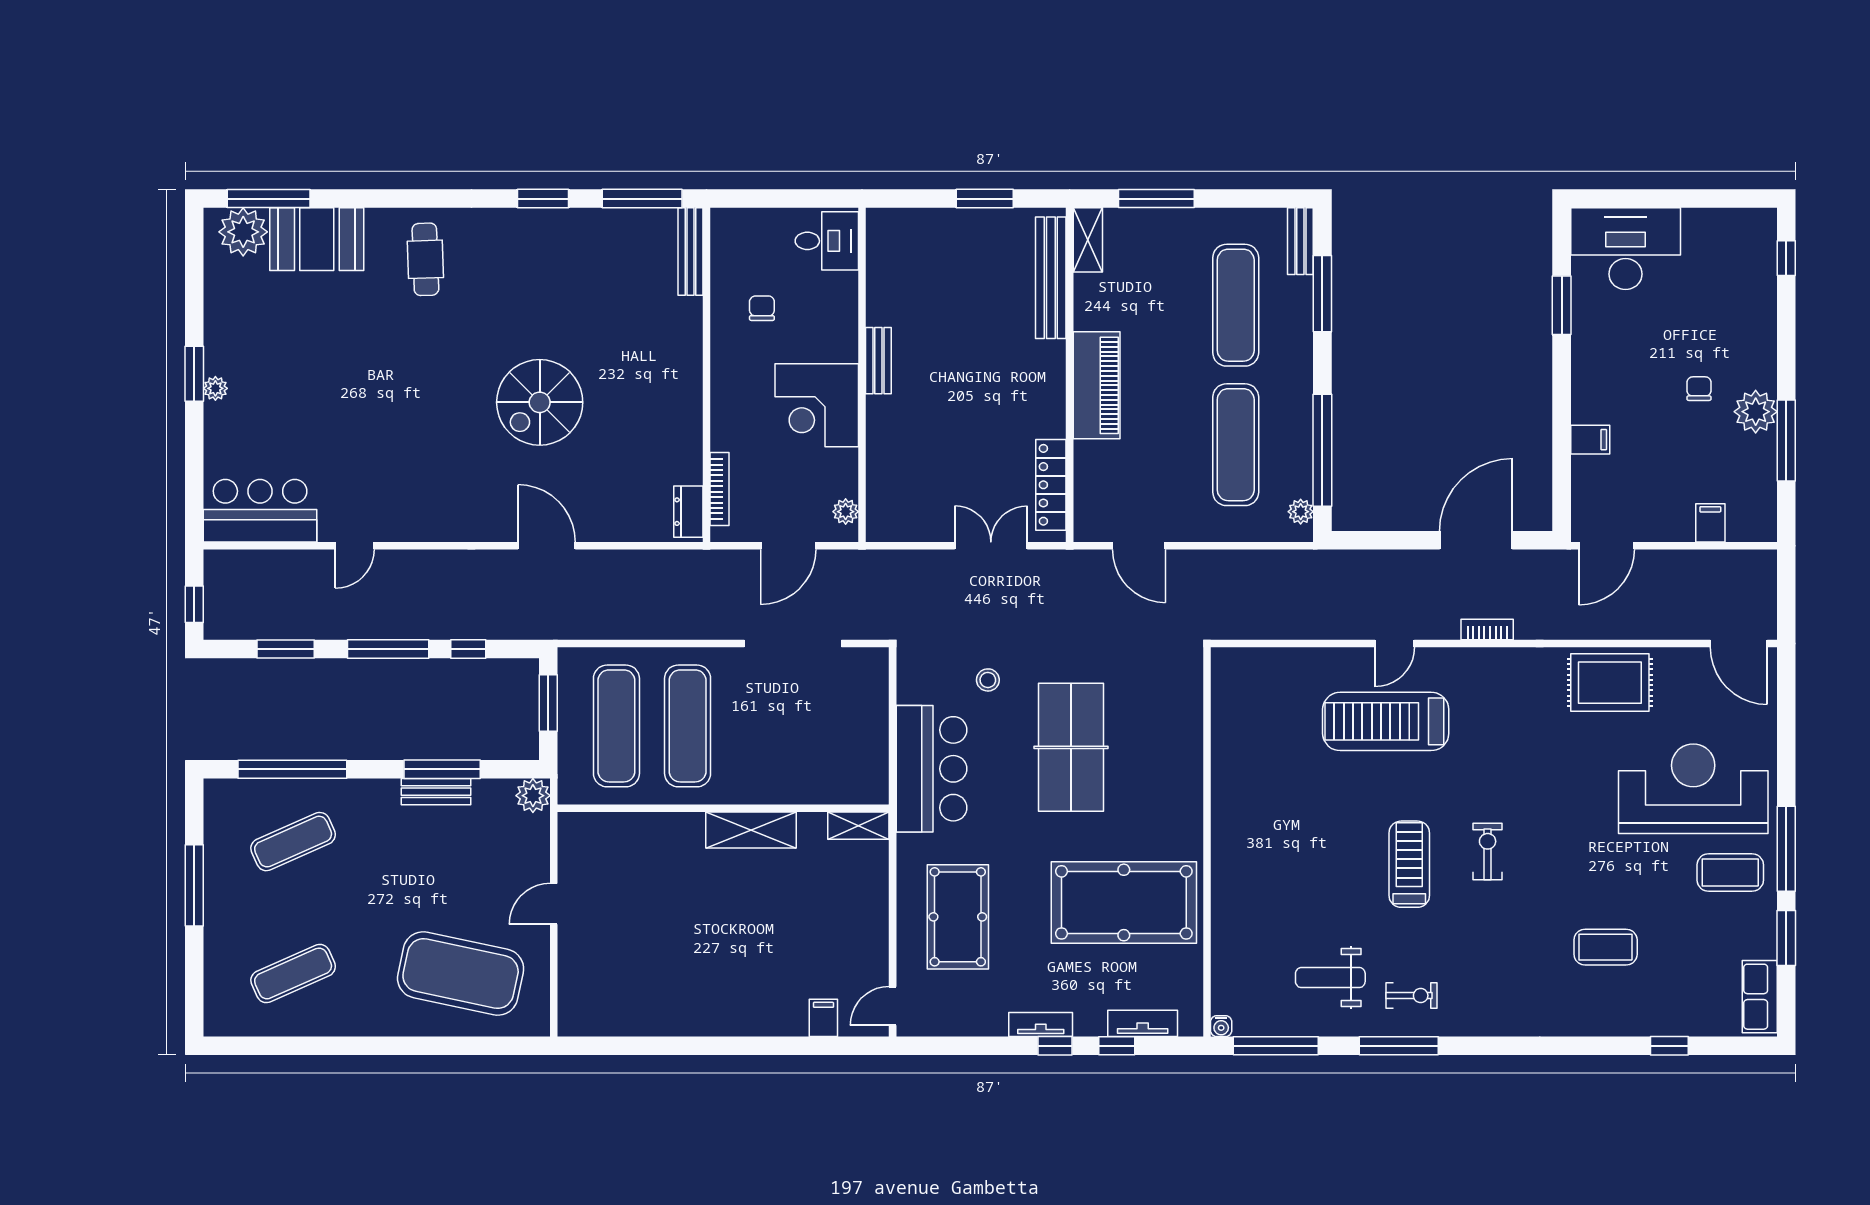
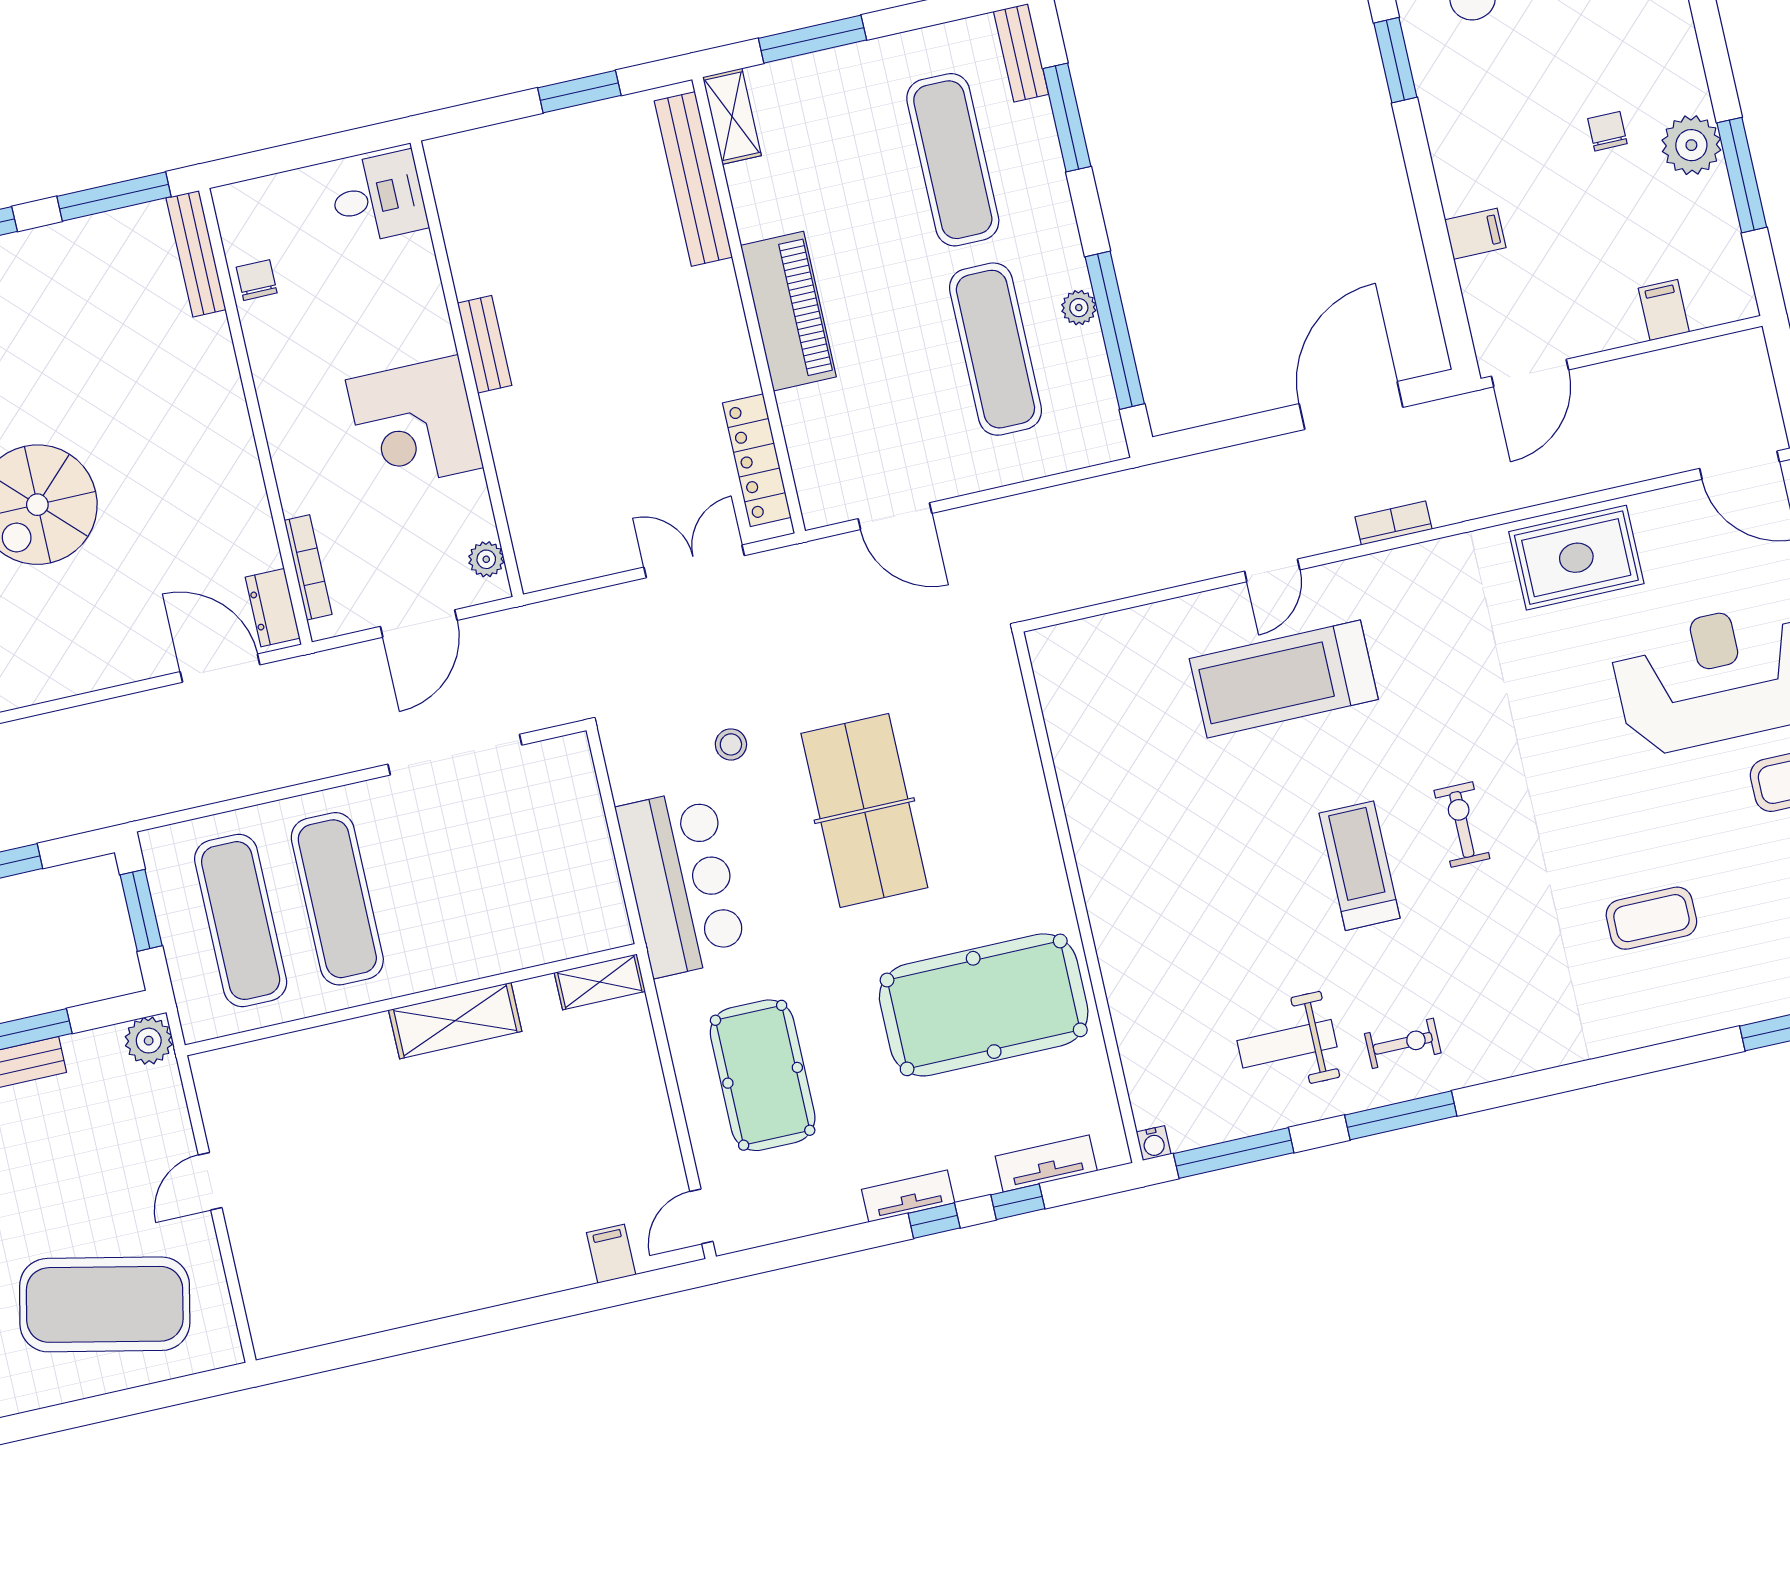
chair: (762, 308) -> (257, 280), moved
plant: (1301, 512) -> (1079, 308), moved
door: (547, 546) -> (220, 668), moved

